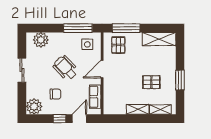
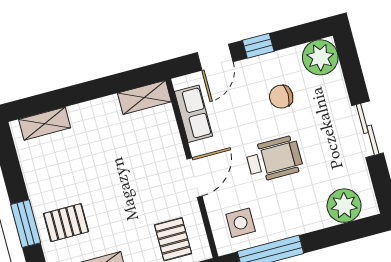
wheelchair: (66, 68) -> (274, 159), turned -47
window: (180, 80) -> (26, 224), moved
pallet: (151, 82) -> (66, 223), moved
shelving: (138, 109) -> (144, 97), moved

